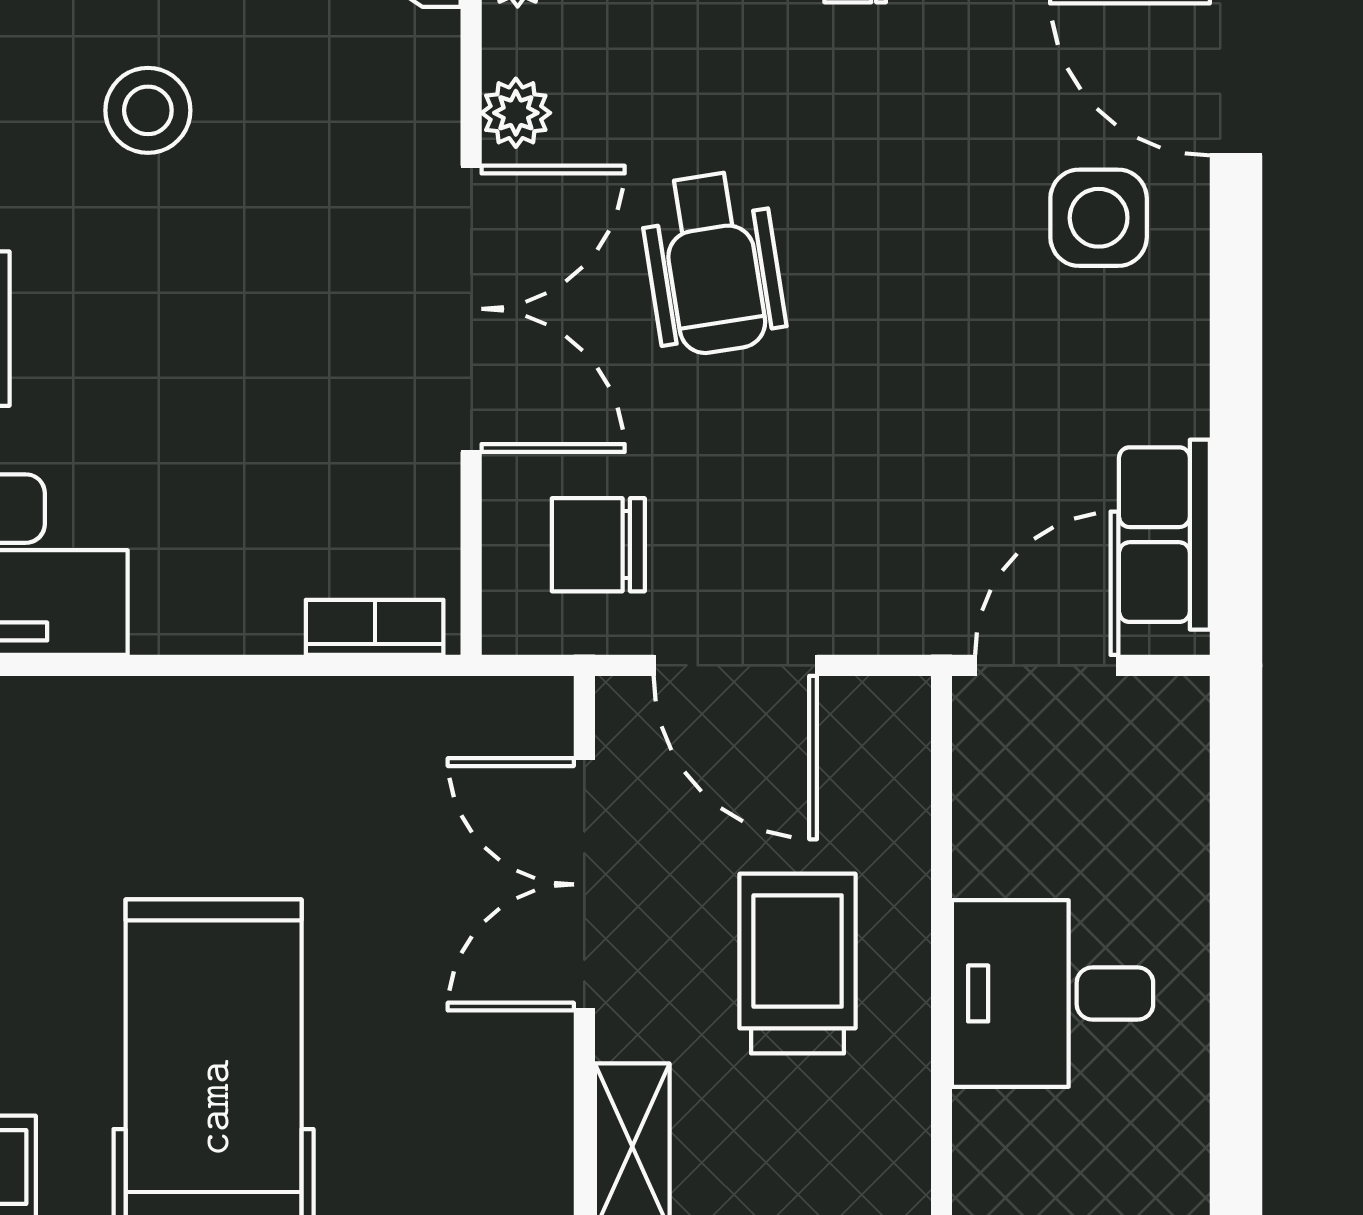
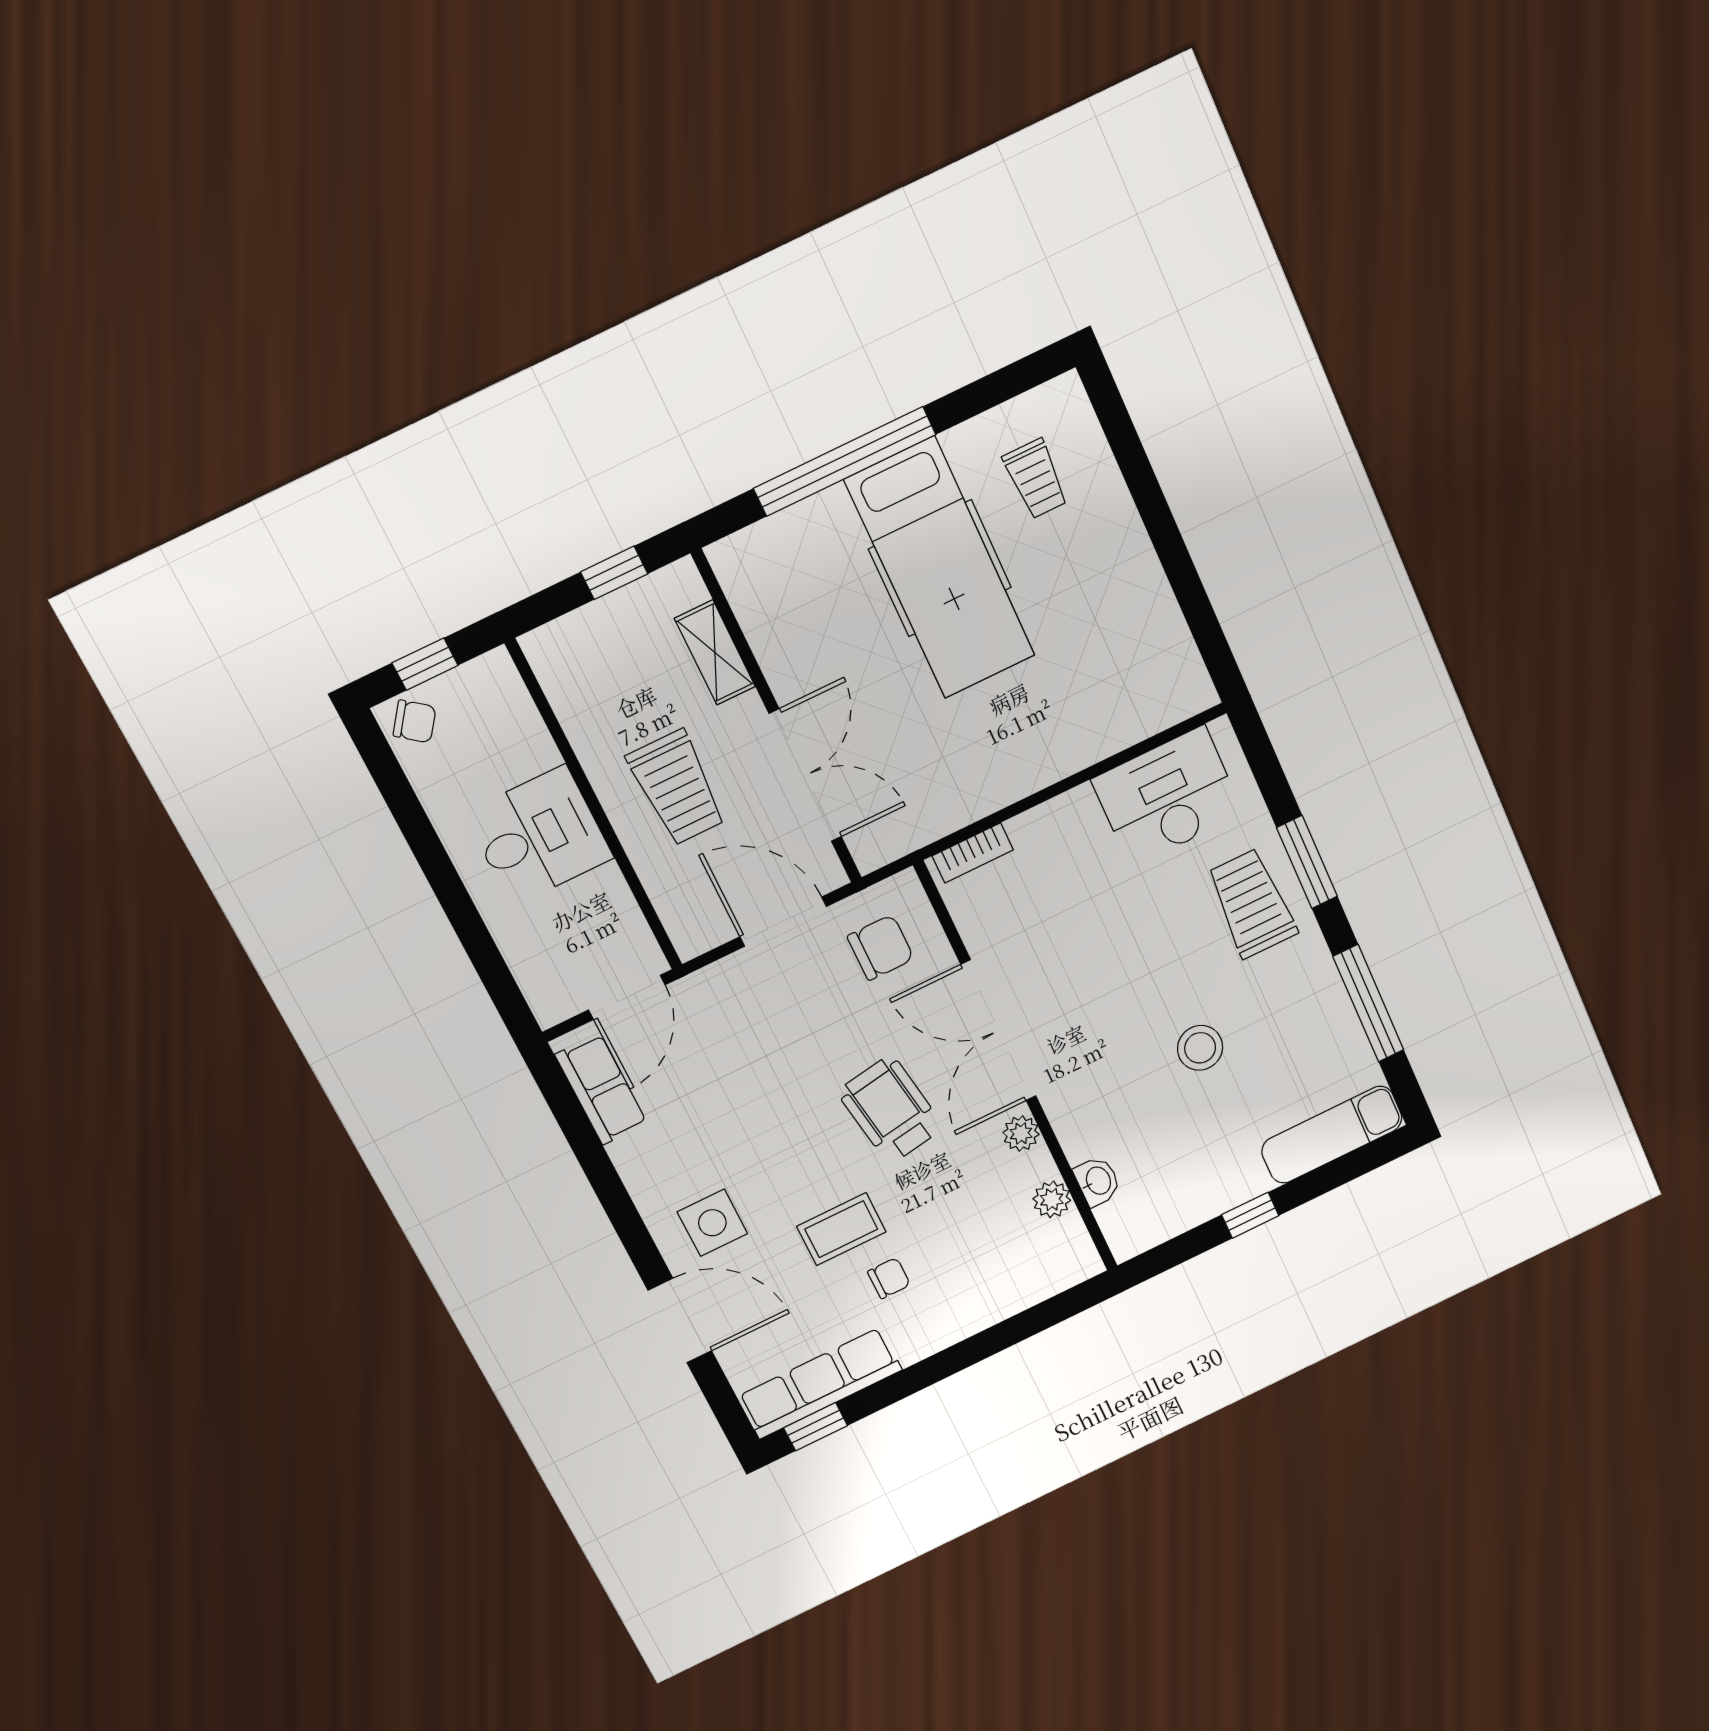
coffee table: (893, 98) -> (841, 1229), added

